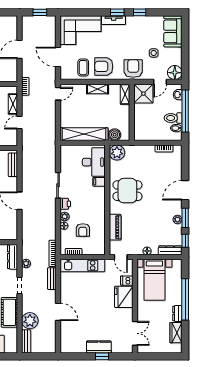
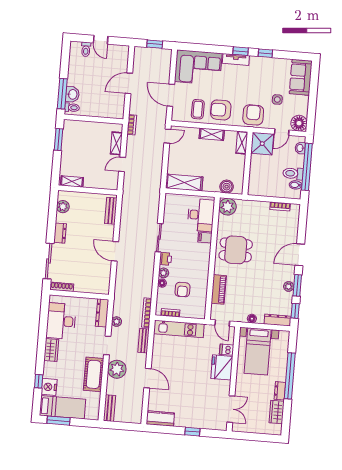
shelving: (84, 134) -> (184, 183), width x0.68
plant: (30, 321) -> (117, 369), moved
kitchen counter: (99, 347) -> (160, 419), moved

